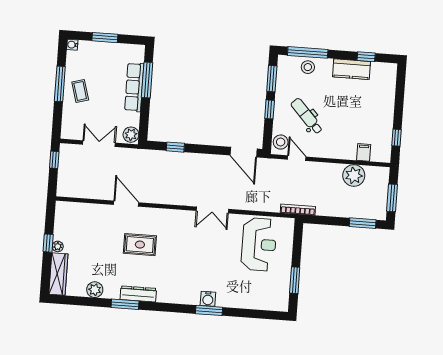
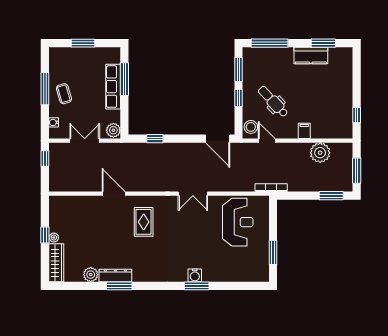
water cooler: (72, 45) -> (54, 122), moved
window: (366, 57) -> (323, 43), width x1.50
stool: (308, 67) -> (271, 57), removed
filing cabinet: (364, 152) -> (304, 131), moved
rug: (140, 245) -> (144, 222), moved, turned 90
dresser: (138, 294) -> (115, 276), moved

